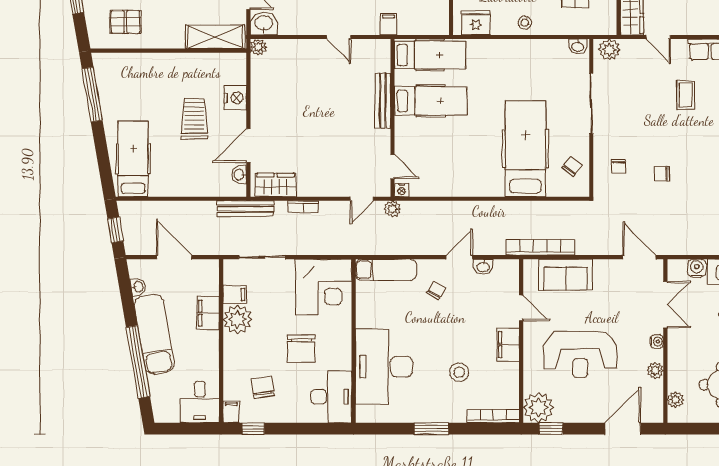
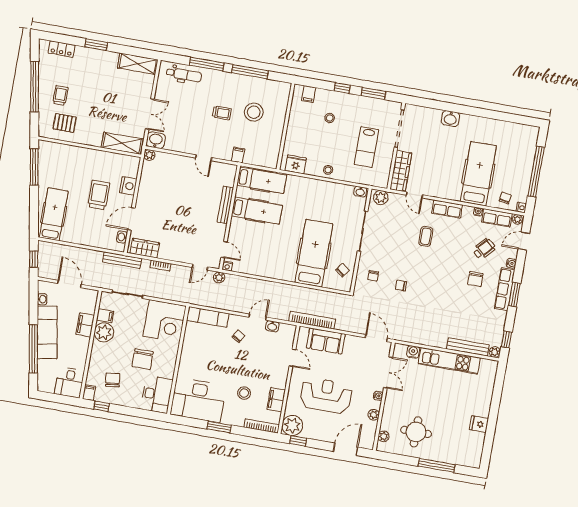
filing cabinet: (508, 345) -> (276, 400), moved
reception desk: (580, 355) -> (326, 395), turned 180
desk: (384, 367) -> (198, 400), moved, turned -90

